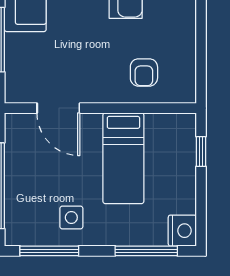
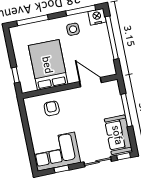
bed: (123, 158) -> (48, 65), width x1.50
nightstand: (182, 231) -> (97, 17), moved, turned 90

